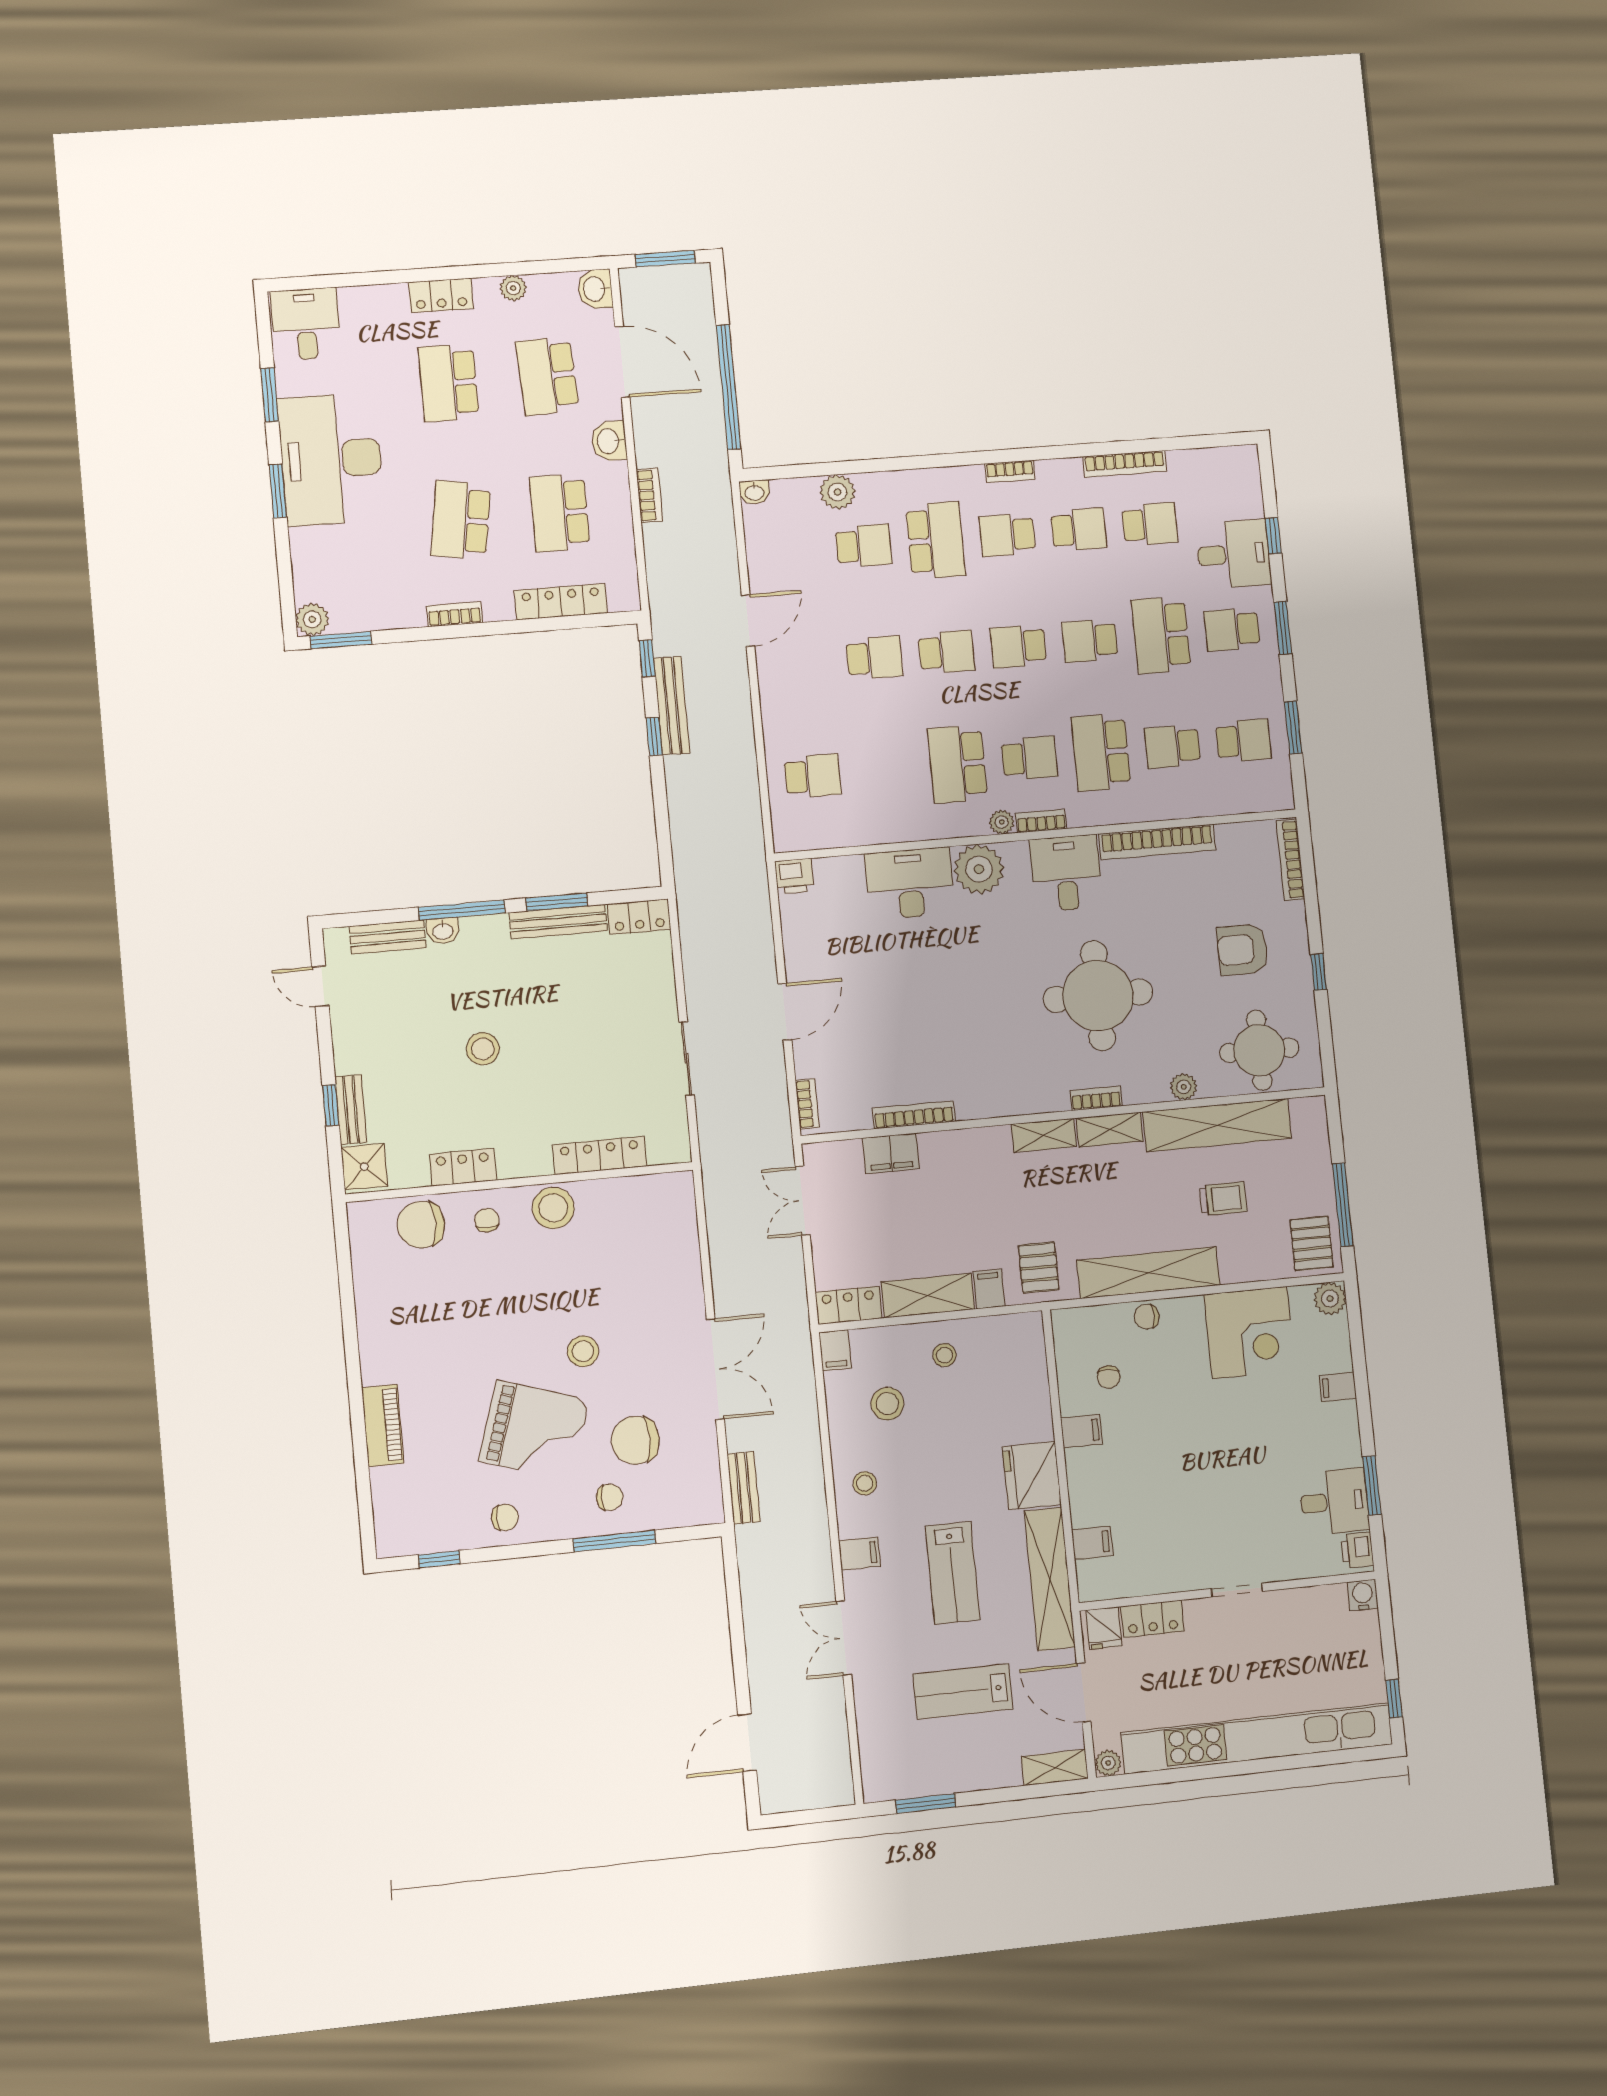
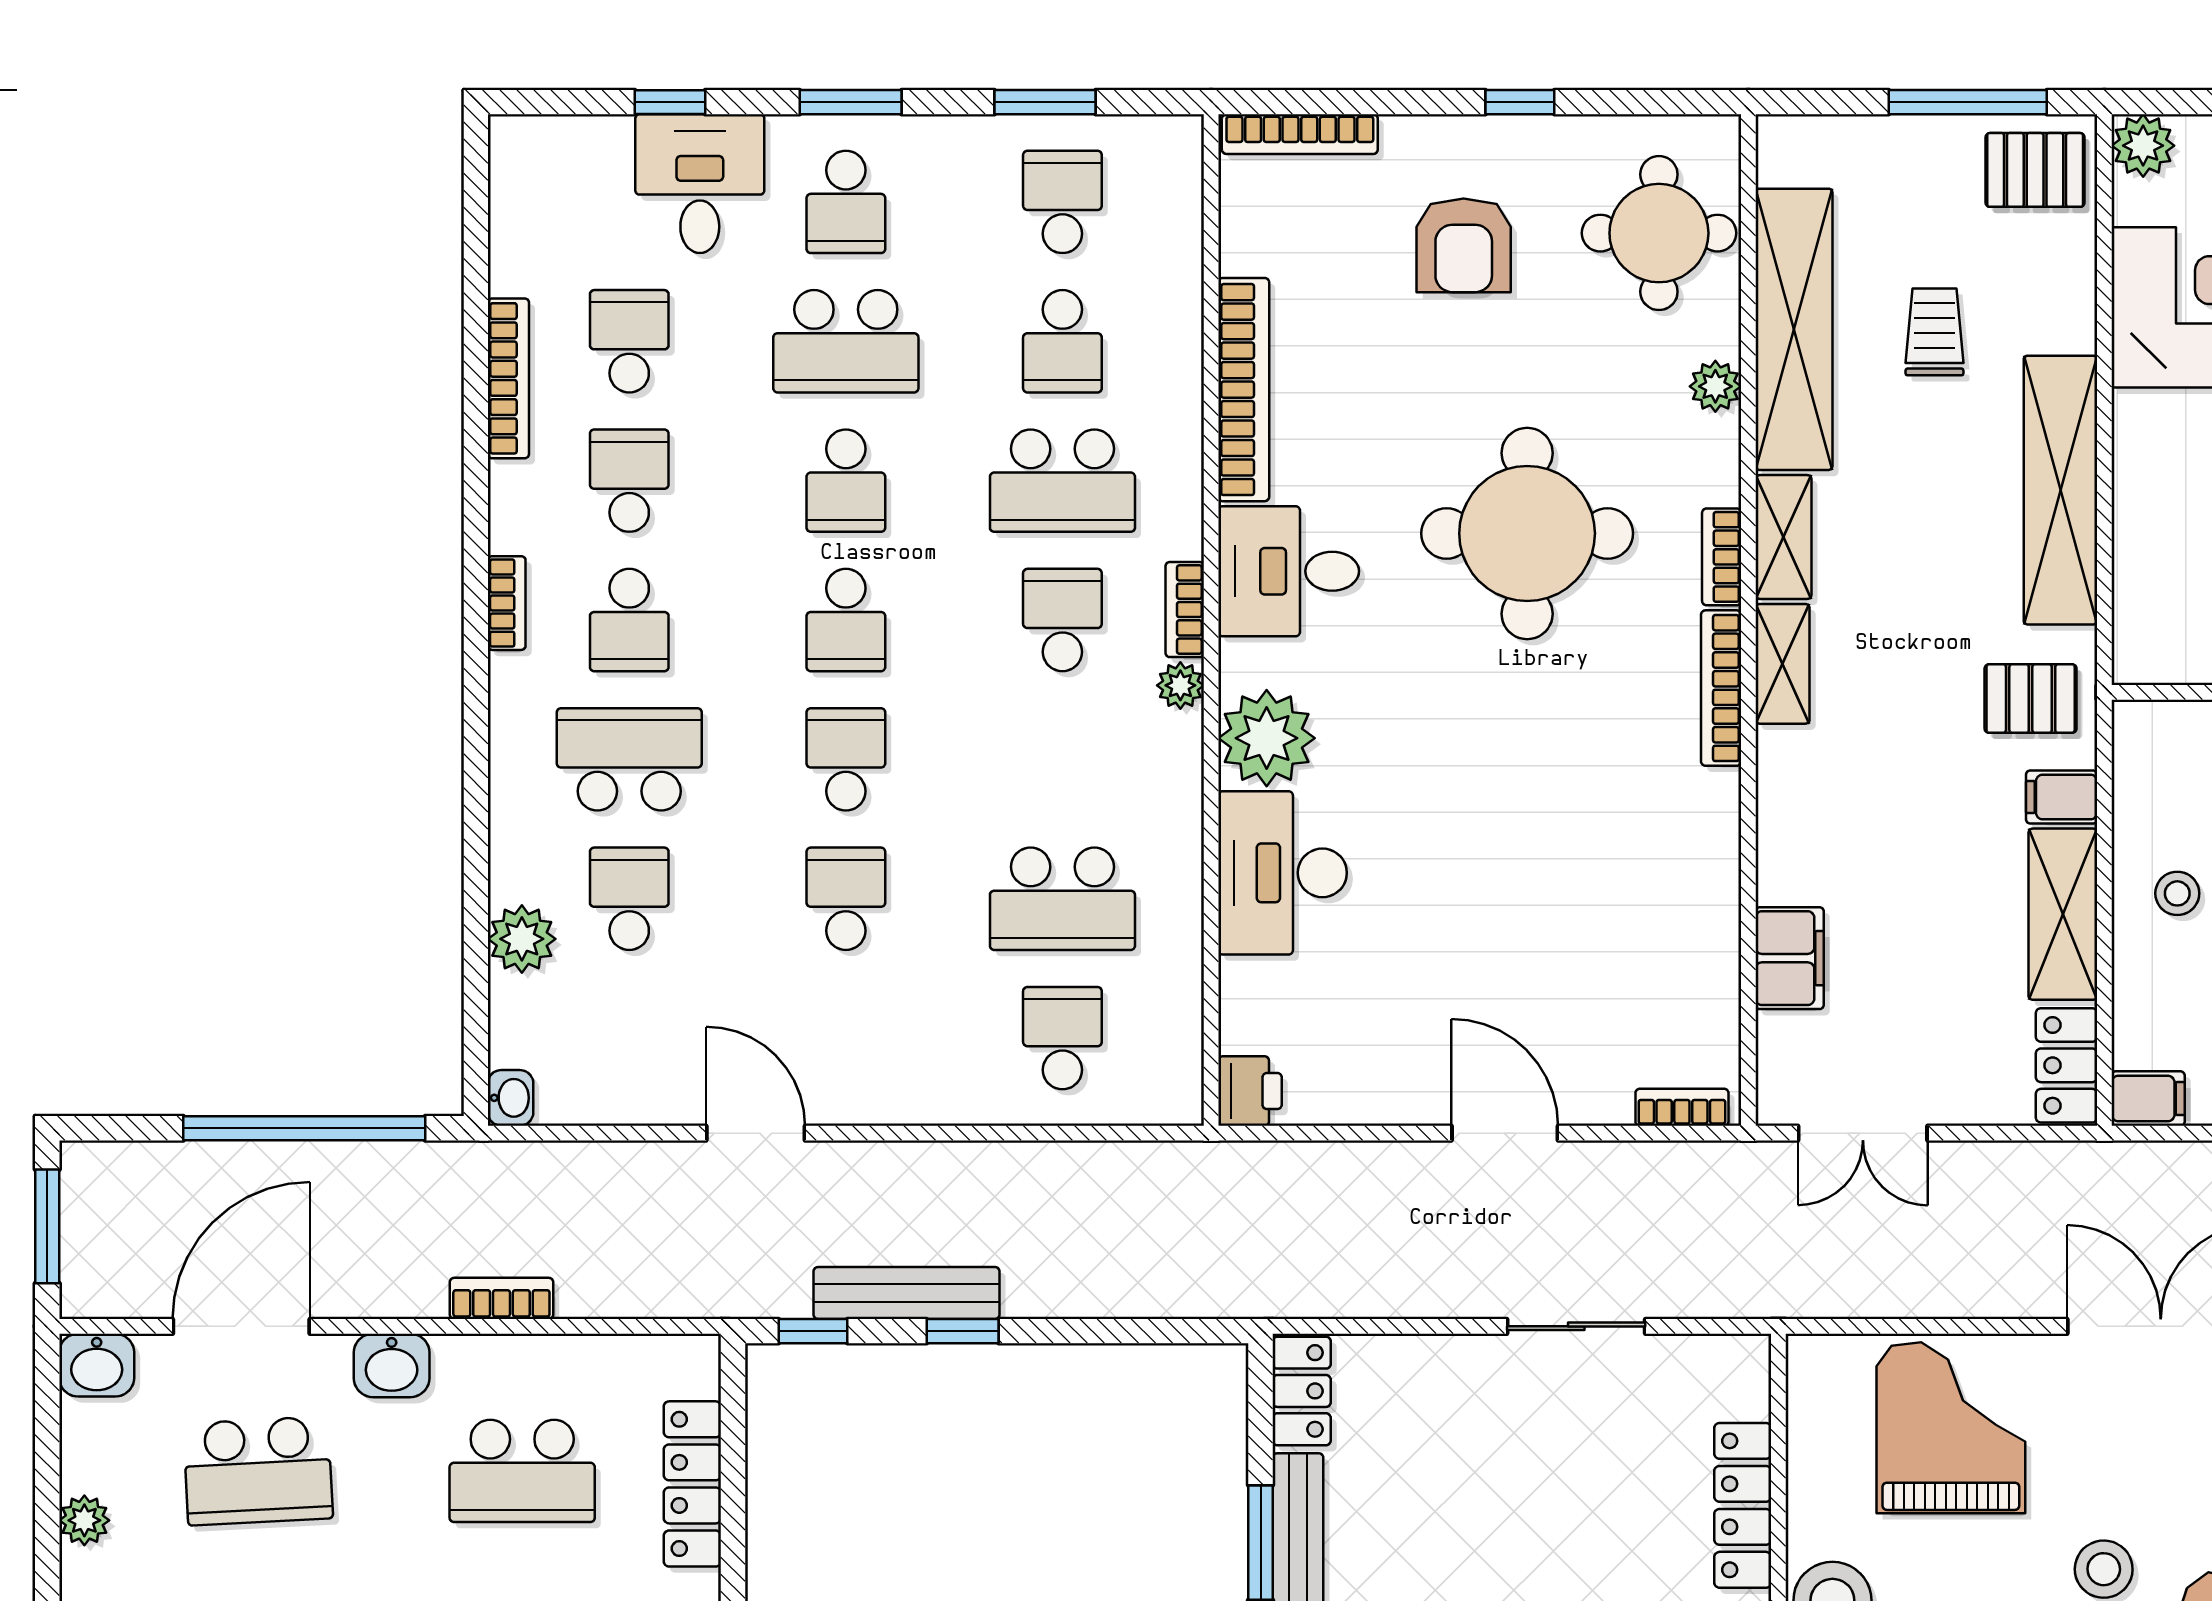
school desk: (957, 764) -> (1062, 899), moved
bookcase: (914, 1115) -> (1721, 688), moved
grand piano: (651, 1262) -> (1951, 1428), added
chair: (1147, 1317) -> (2143, 502), removed

